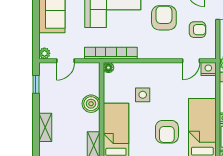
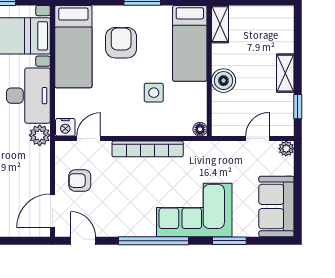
armchair: (164, 18) -> (125, 196), removed
bookcase: (111, 53) -> (148, 149), moved
shelving: (45, 127) -> (285, 73), moved

